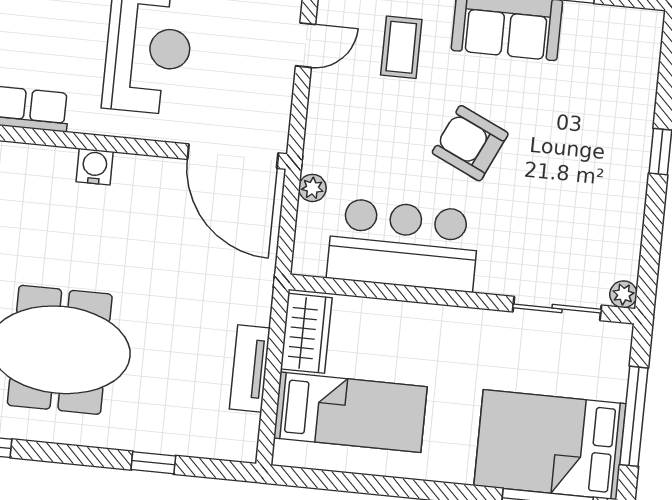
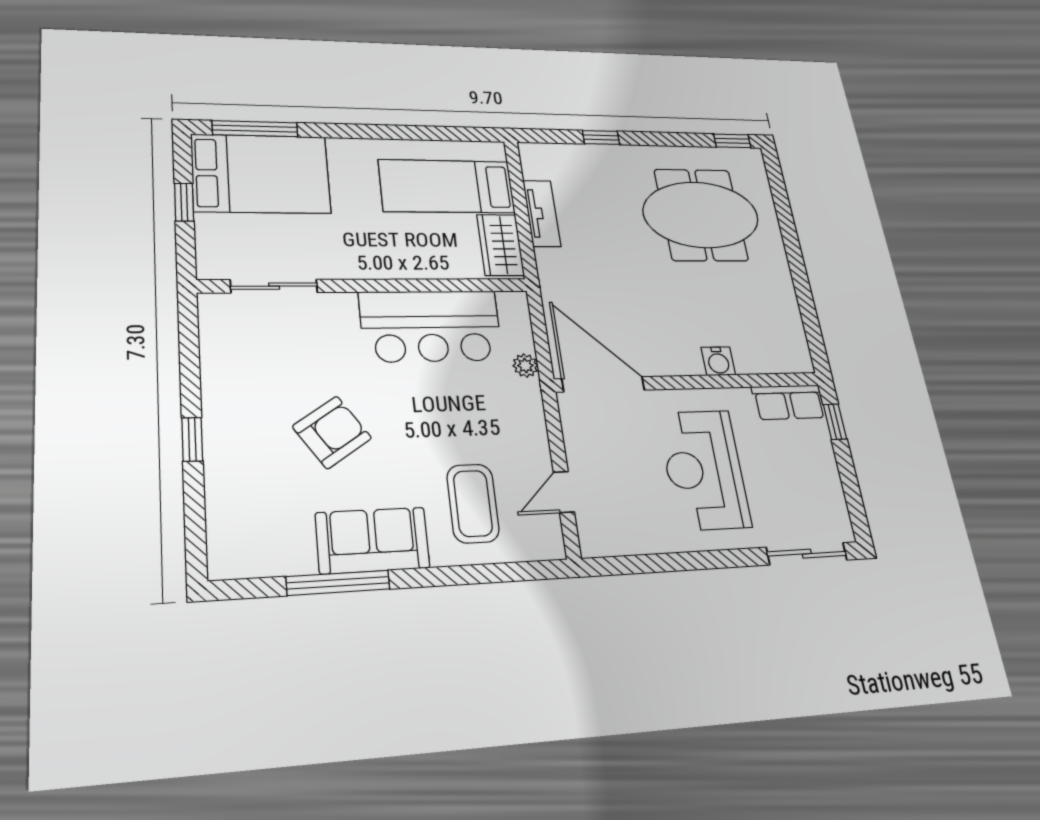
coffee table: (401, 47) -> (473, 503), width x1.36, depth x1.30
armchair: (470, 143) -> (332, 432), moved, turned -59
plant: (623, 294) -> (211, 305), removed
window: (634, 416) -> (184, 202), width x0.46

